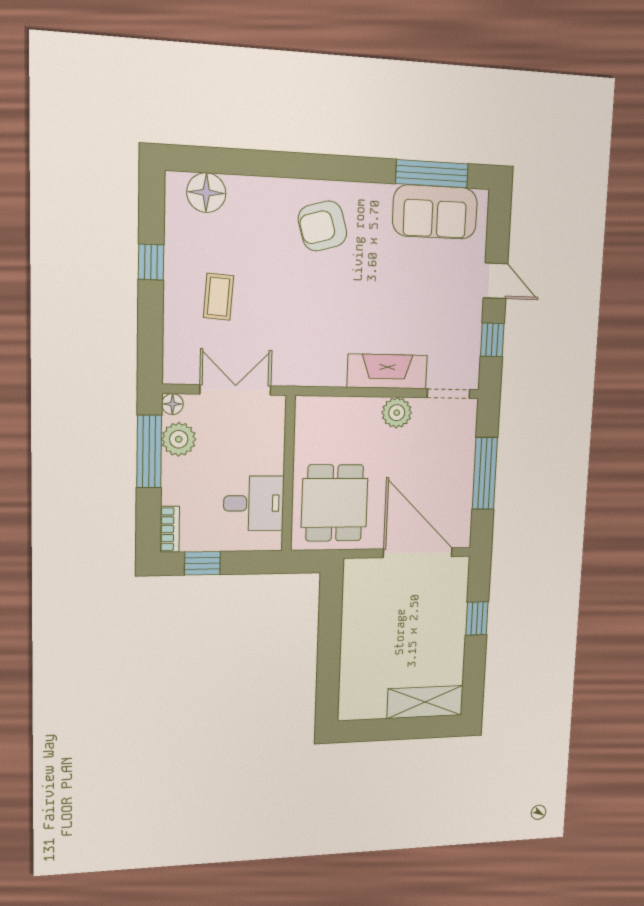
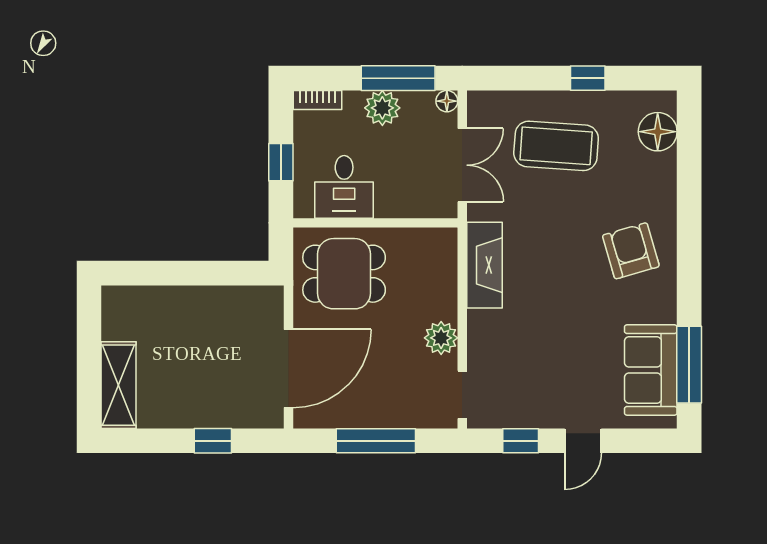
coffee table: (218, 297) -> (556, 146), width x1.86, depth x1.72
fireplace: (387, 371) -> (484, 265), moved
plant: (179, 439) -> (382, 108), moved
window: (202, 563) -> (281, 162), moved

